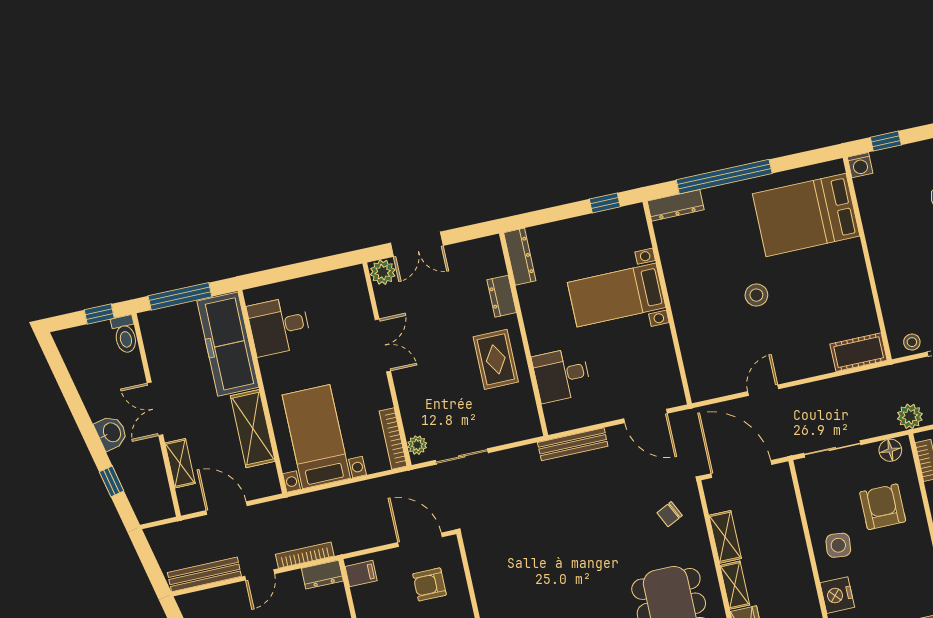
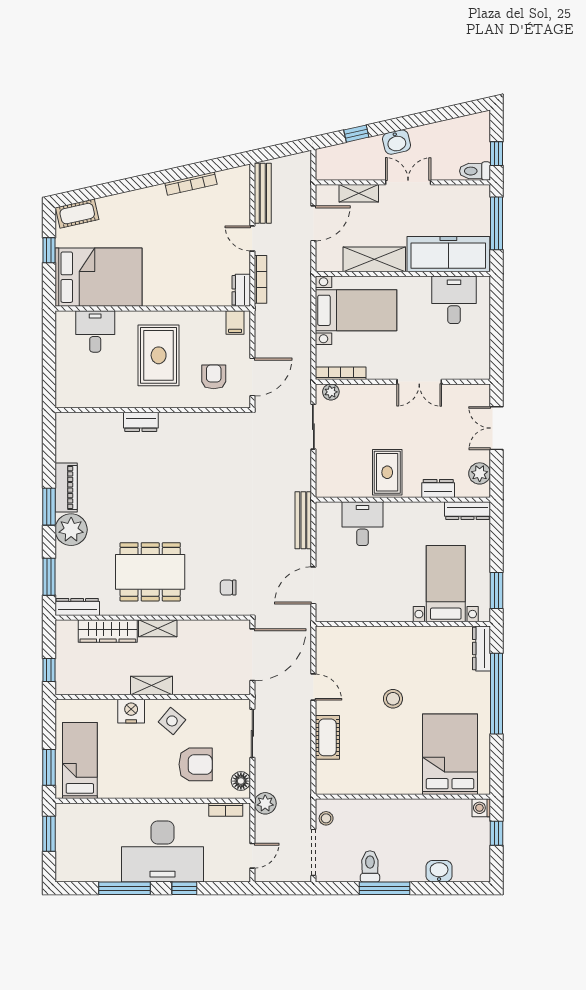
window: (605, 203) -> (496, 590), width x1.50
plant: (383, 272) -> (480, 473), moved
bed with nightstands: (617, 295) -> (446, 584), moved
cot: (859, 352) -> (327, 737), moved
rug: (496, 359) -> (387, 472), turned 90
chair: (670, 514) -> (228, 588), turned -64
shelving: (725, 537) -> (152, 686), moved
side table: (838, 545) -> (172, 721), turned 34

